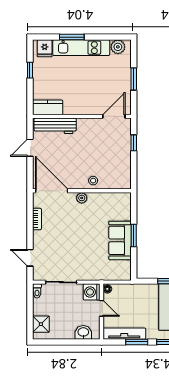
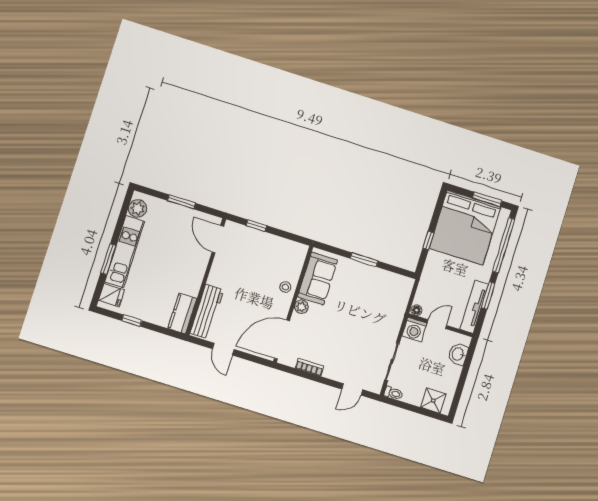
sofa: (120, 240) -> (318, 278), moved, turned -90

